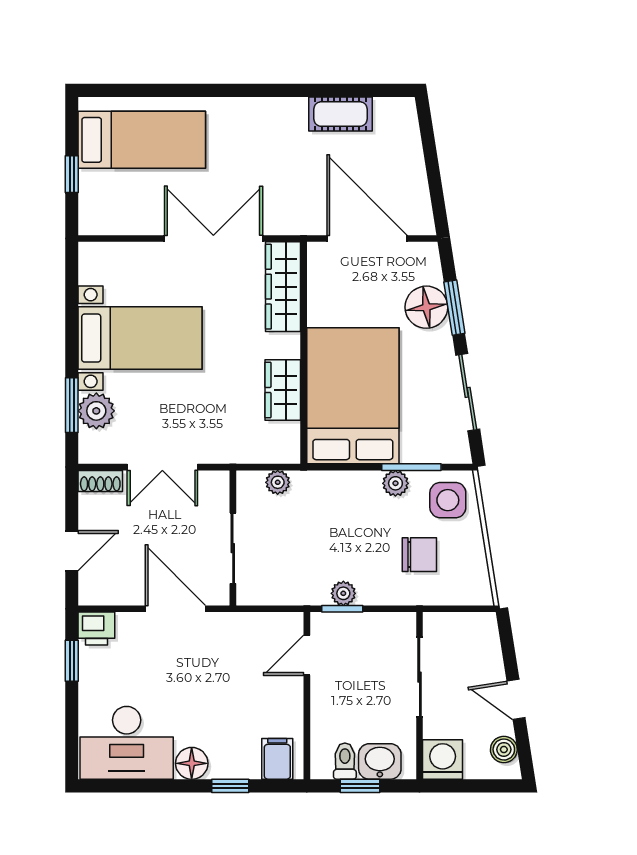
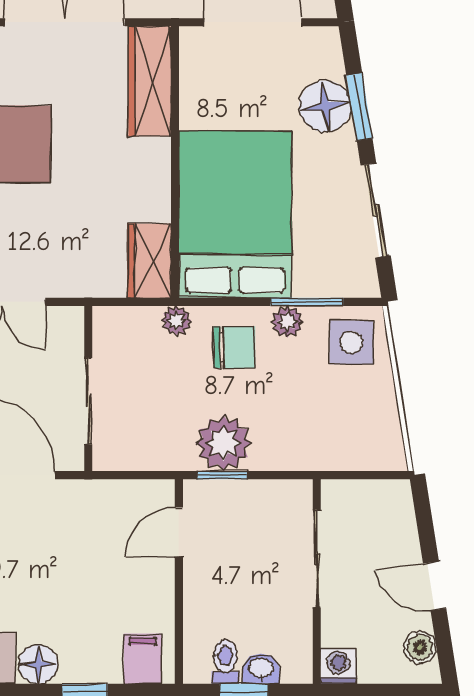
wardrobe: (283, 390) -> (149, 261), moved
plant: (278, 482) -> (176, 320), moved
chair: (419, 555) -> (234, 347), moved
plant: (343, 593) -> (223, 443), width x1.87, depth x1.87
washing machine: (443, 760) -> (338, 666), width x0.73, depth x0.73
washbasin: (380, 761) -> (261, 669), width x0.72, depth x0.69

